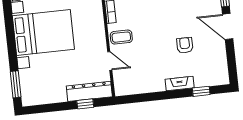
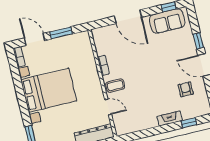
armchair: (185, 45) -> (186, 89), moved

